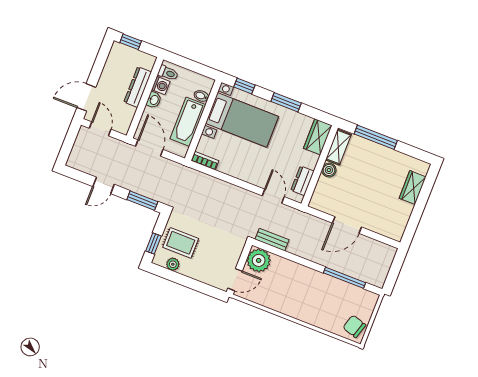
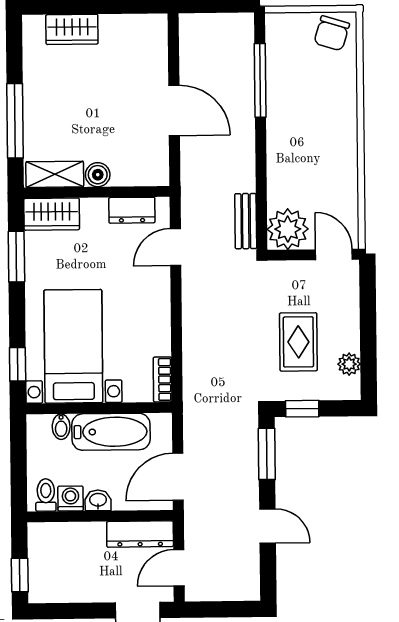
dresser: (138, 87) -> (140, 534), moved
window: (286, 102) -> (16, 257), moved
rug: (181, 243) -> (298, 342), moved
window: (154, 244) -> (302, 409), moved

